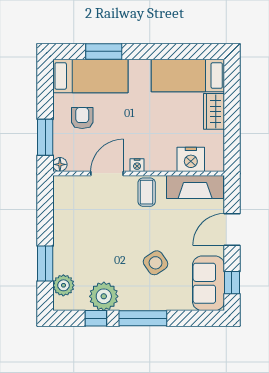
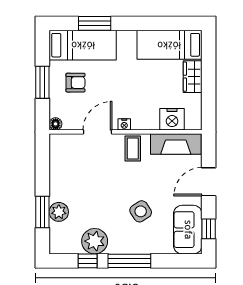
armchair: (82, 118) -> (75, 83), turned 90
window: (45, 137) -> (42, 82), moved
plant: (63, 285) -> (59, 212), moved

